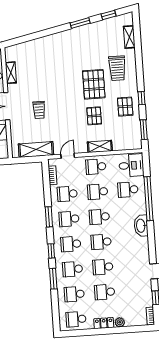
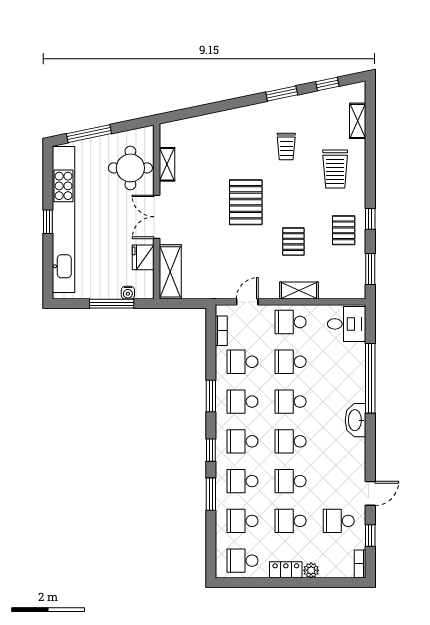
pallet: (94, 84) -> (246, 202), moved
trolley: (39, 110) -> (286, 146), moved
shelving: (36, 149) -> (170, 272), moved, turned 90
school desk: (128, 190) -> (339, 521), moved

